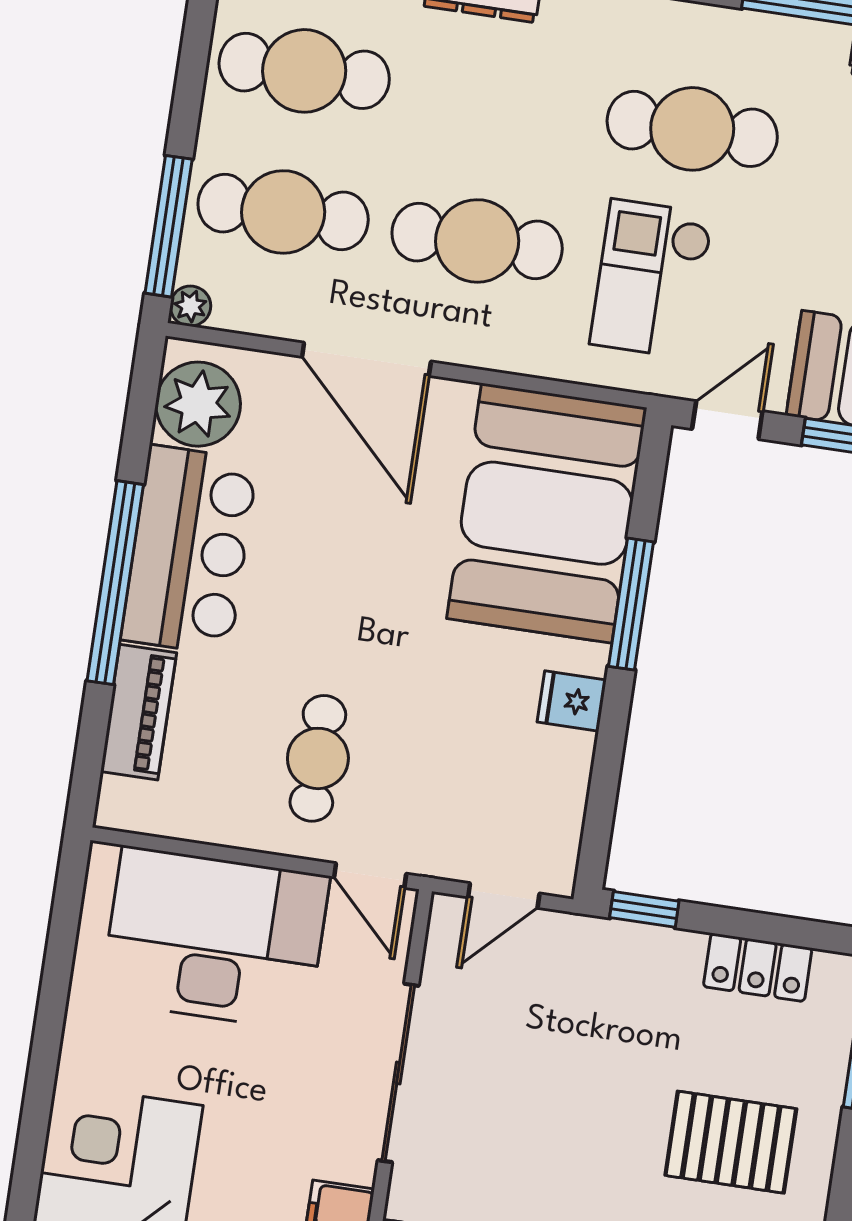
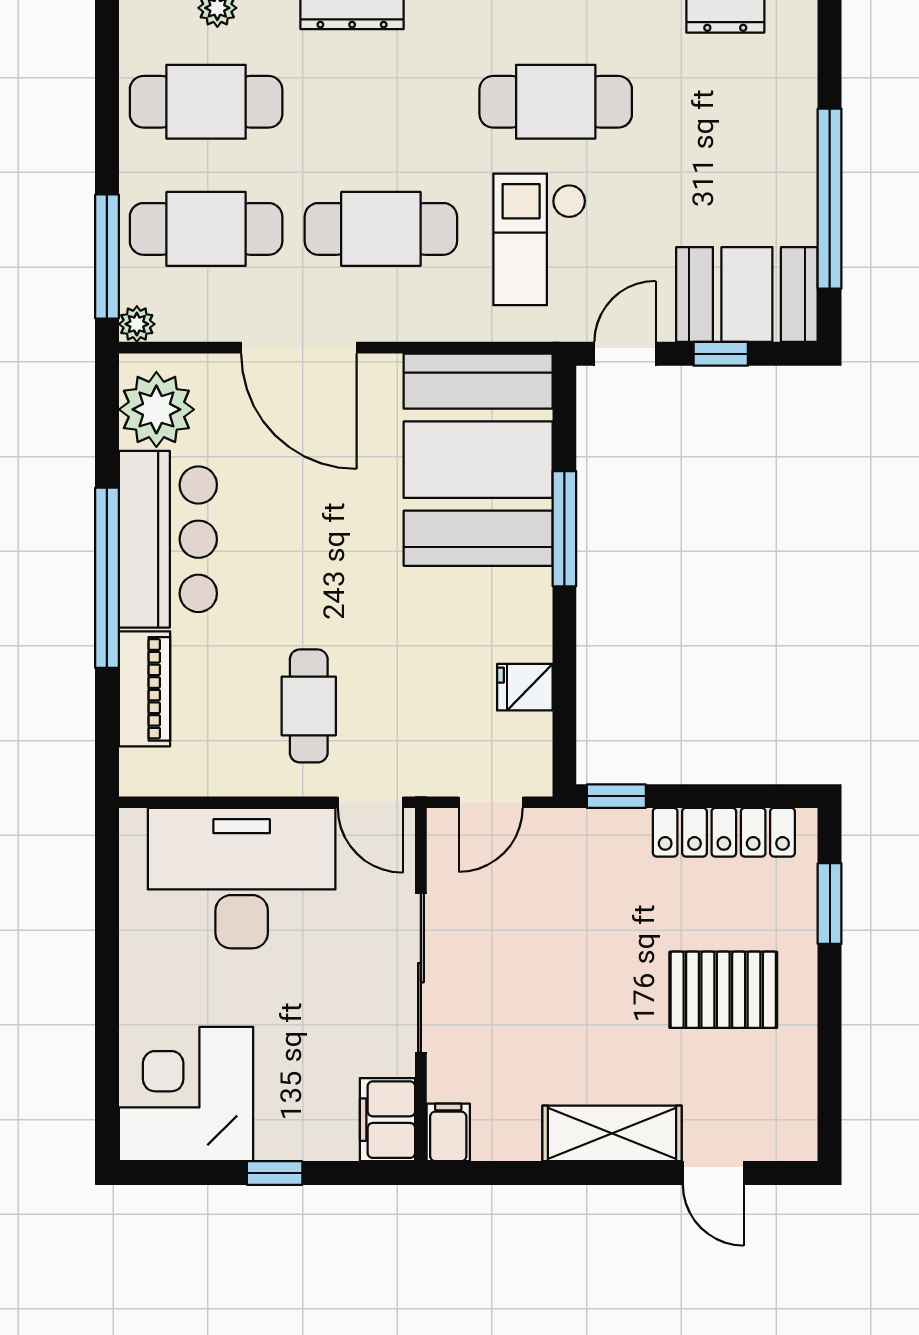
fridge: (572, 701) -> (525, 687), moved
locker: (758, 967) -> (724, 832), width x1.53

